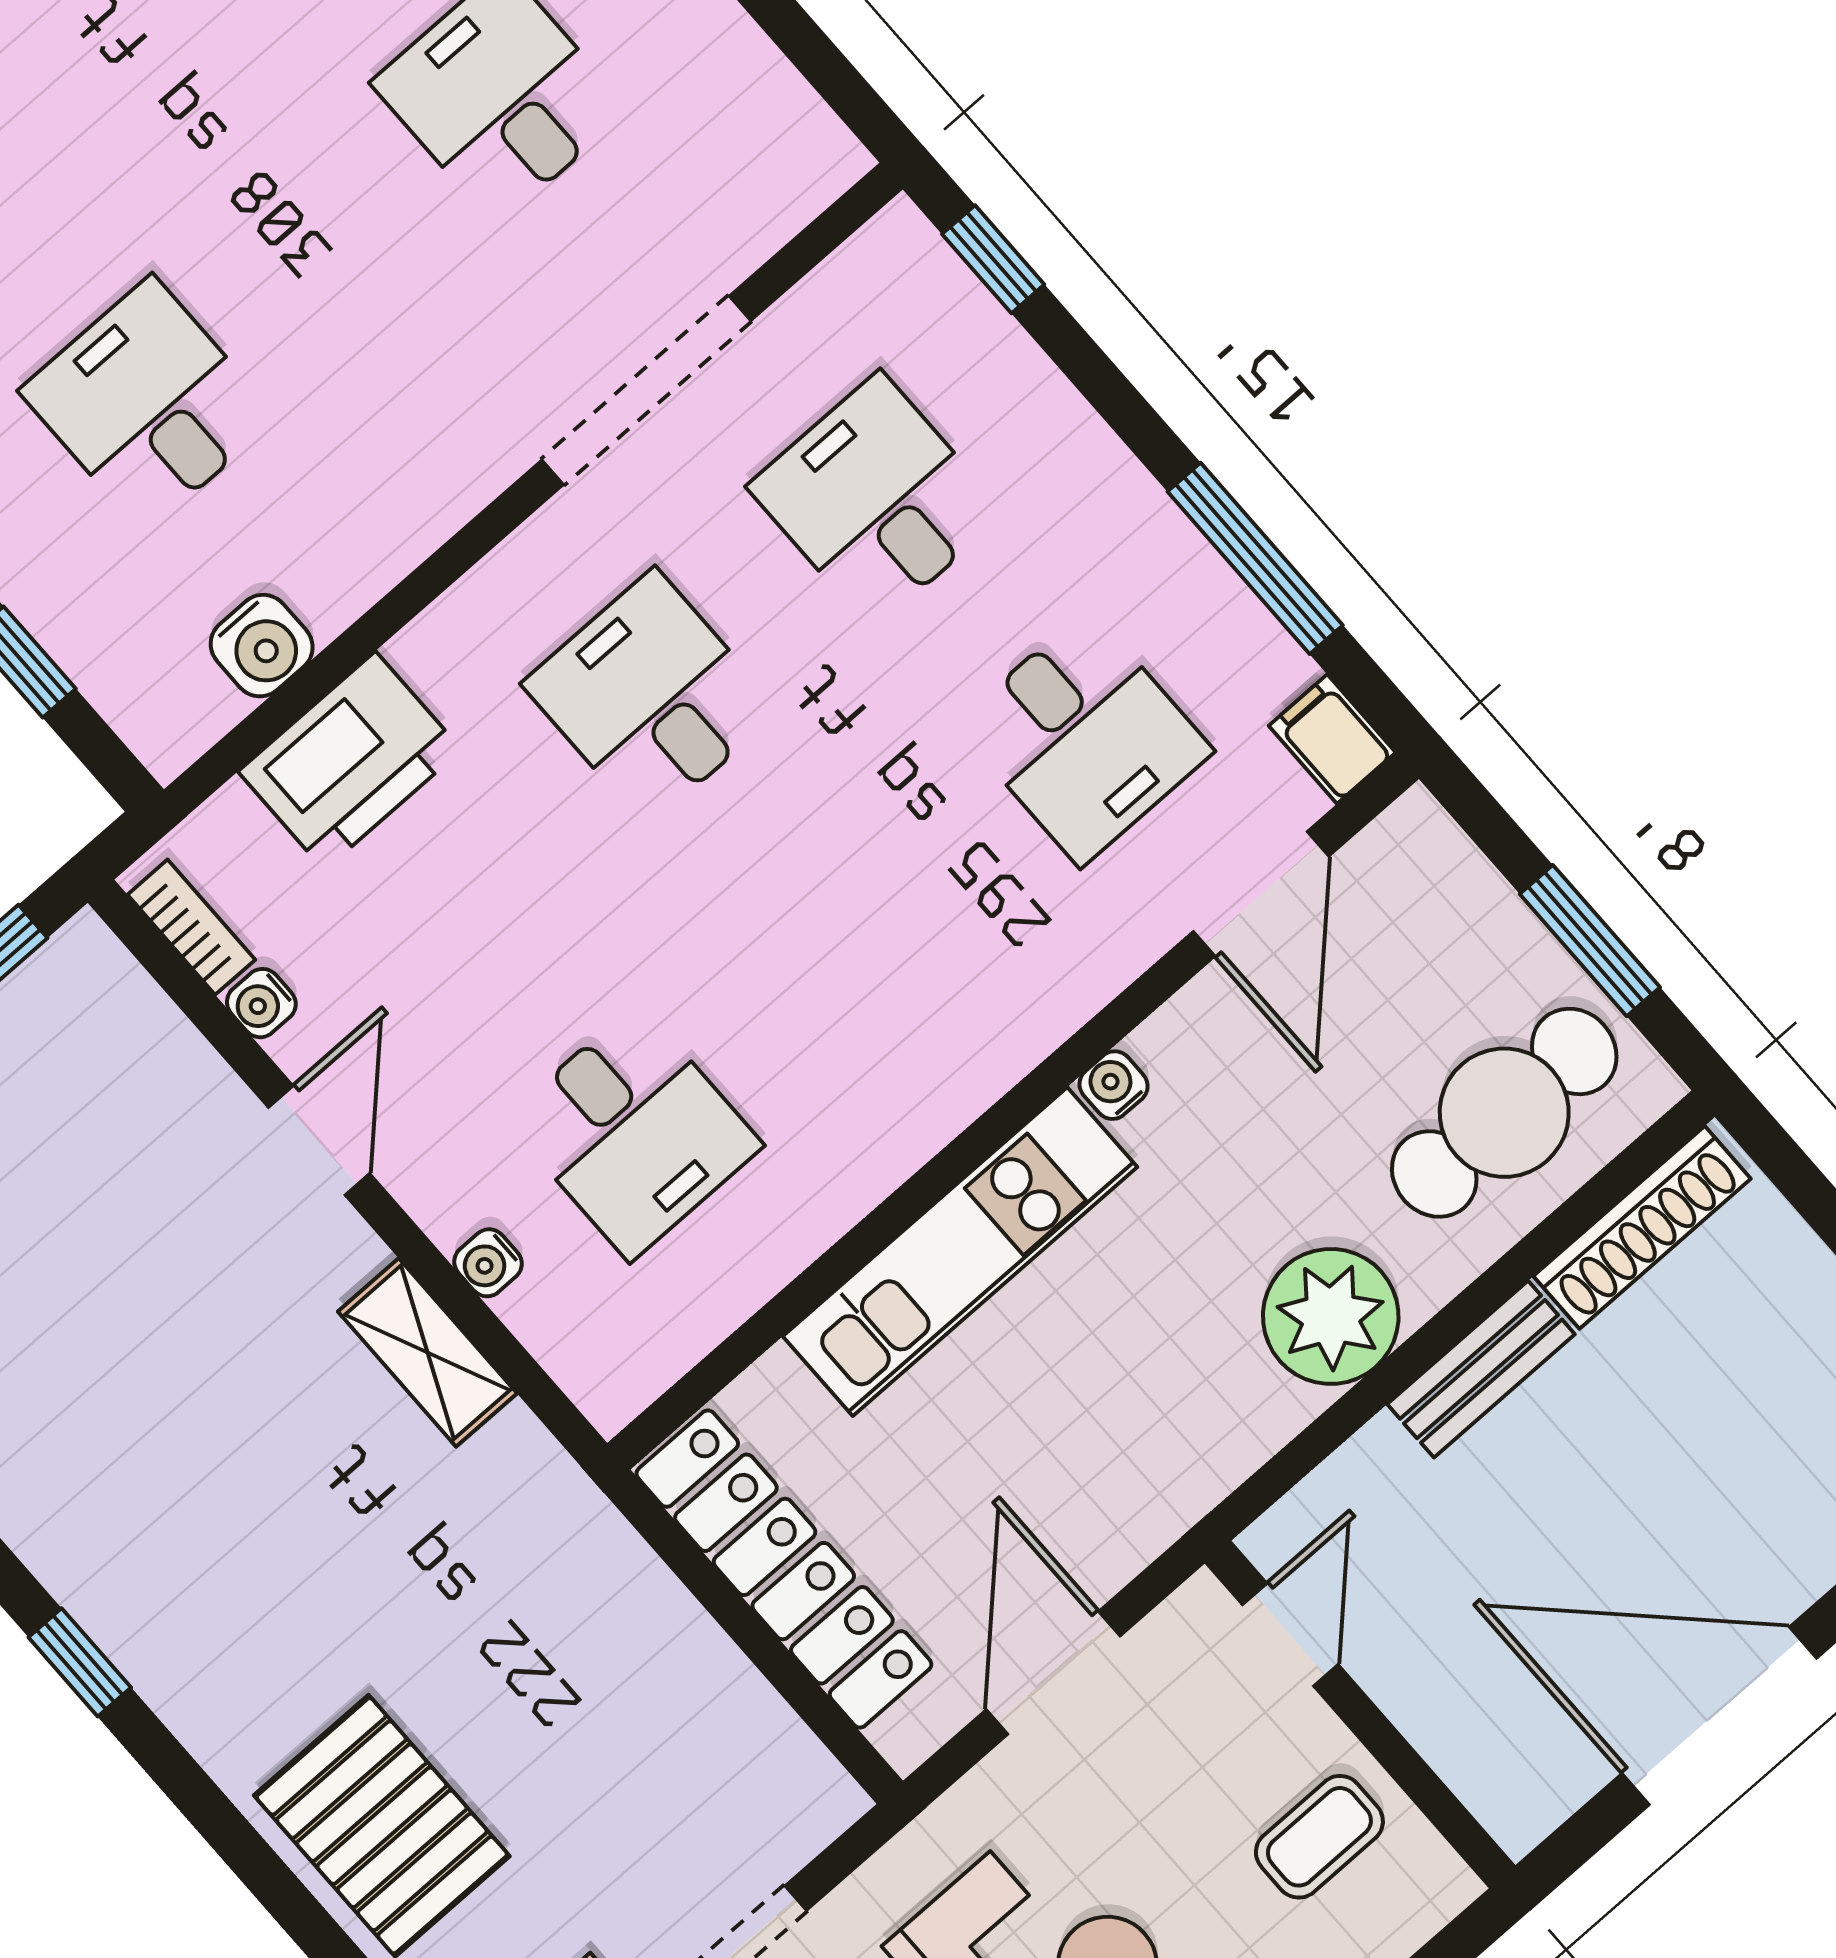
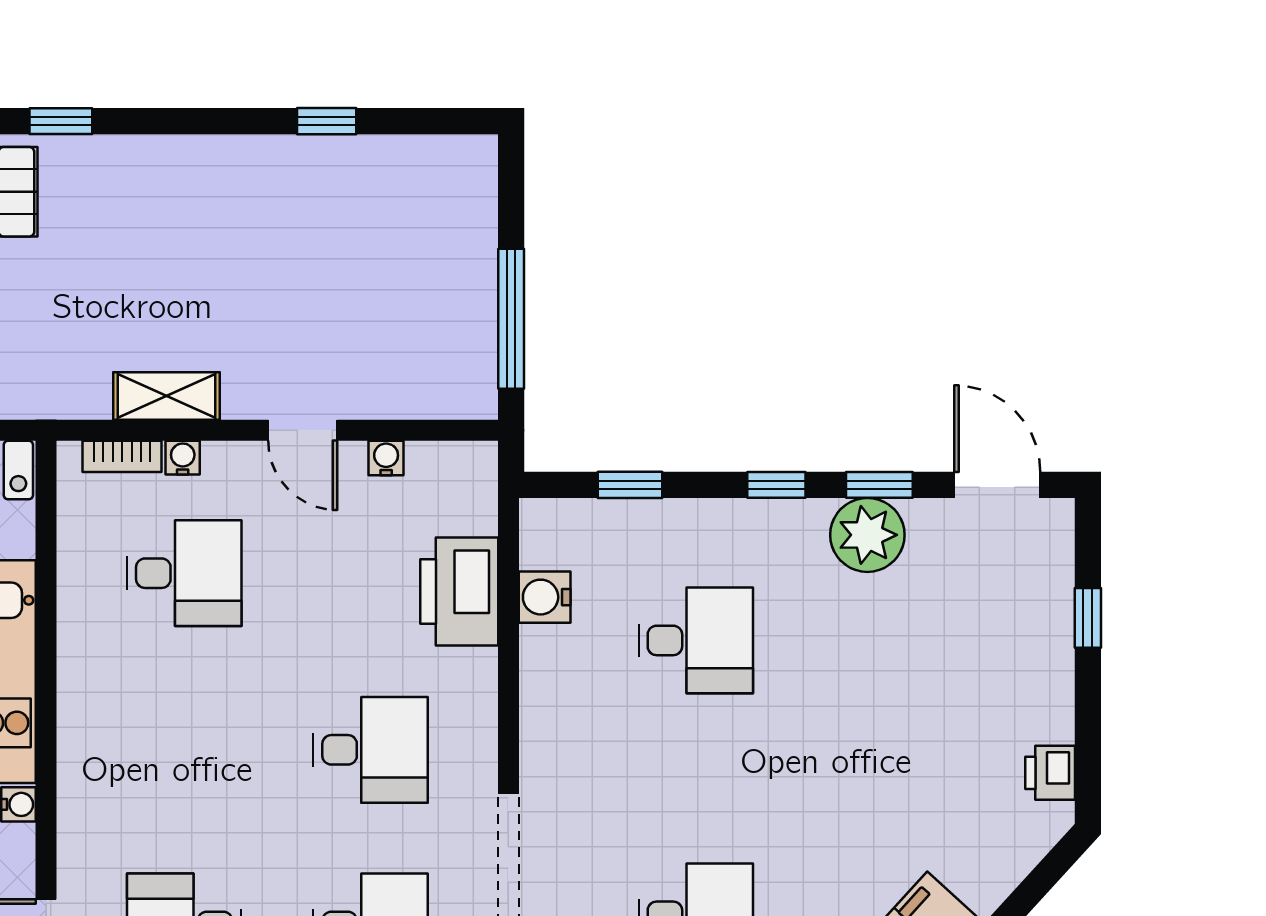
bookcase: (191, 927) -> (122, 456), moved
desk: (634, 1132) -> (184, 573), turned 180
window: (80, 1662) -> (61, 121), moved

